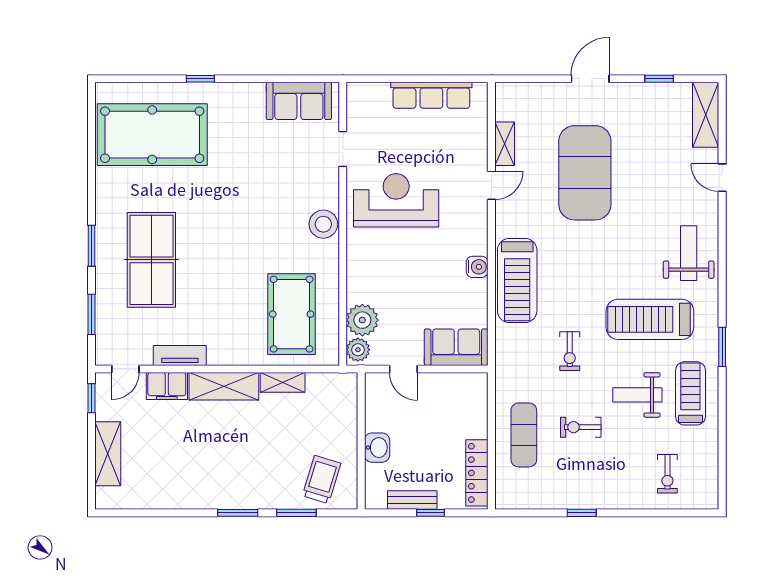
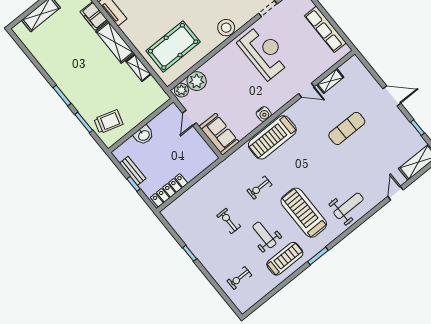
exercise mat: (585, 173) -> (347, 128), width x0.50, depth x0.69
exercise mat: (524, 435) -> (204, 198), removed

